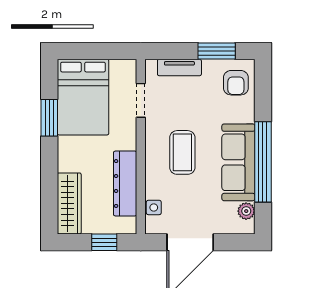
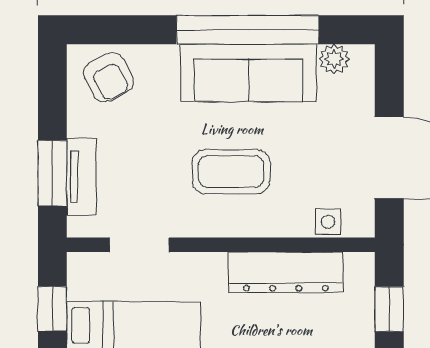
window: (104, 51) -> (52, 309), added
window: (217, 51) -> (52, 173), moved
armchair: (236, 83) -> (108, 77), turned 62

